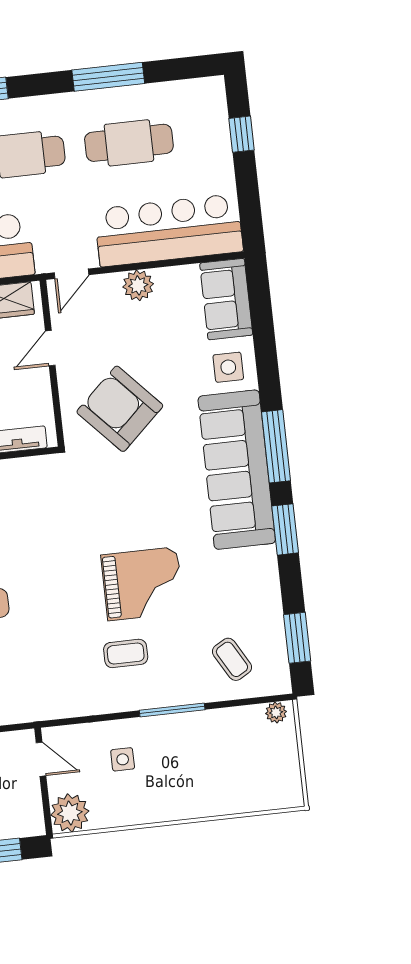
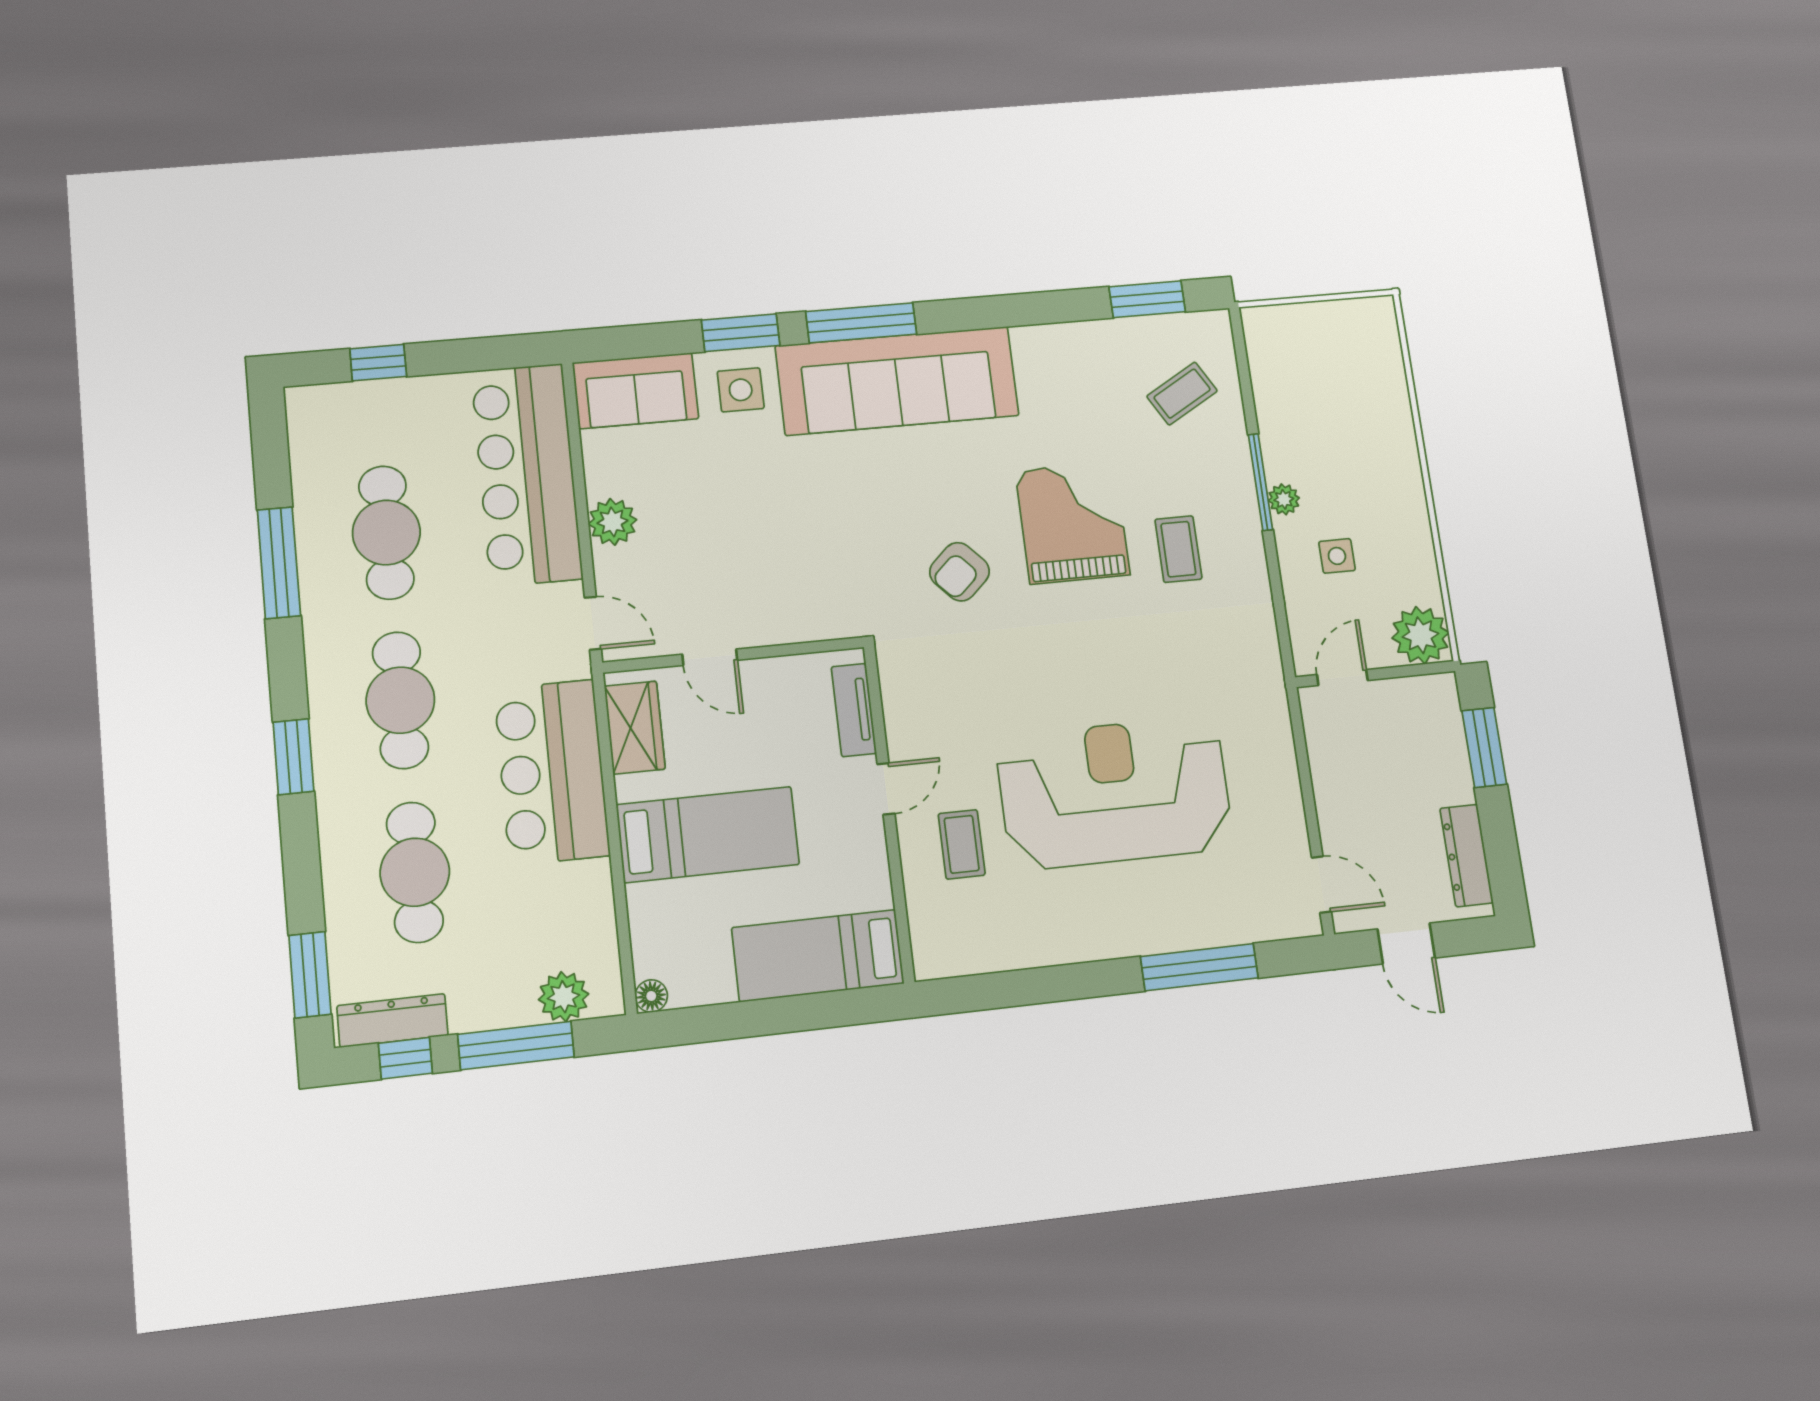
armchair: (120, 409) -> (959, 572), moved, width x0.53, depth x0.53
window: (285, 529) -> (741, 333), moved
plant: (276, 712) -> (1284, 499), moved

